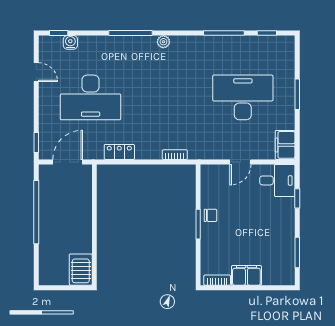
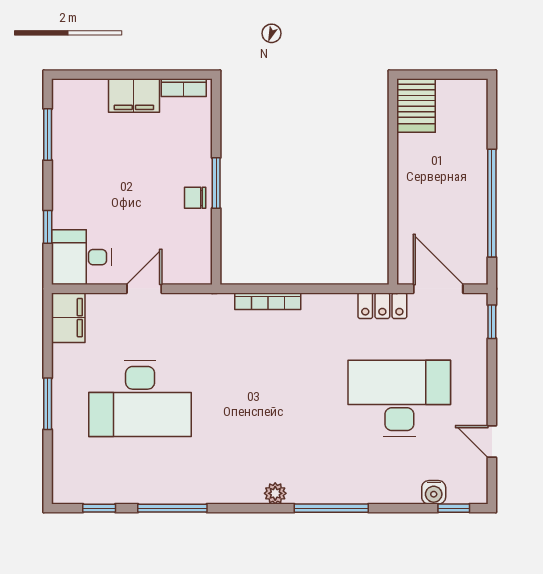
locker: (119, 152) -> (382, 306), moved
bookcase: (175, 155) -> (268, 301), width x1.56
door: (68, 162) -> (438, 289), swing flipped

